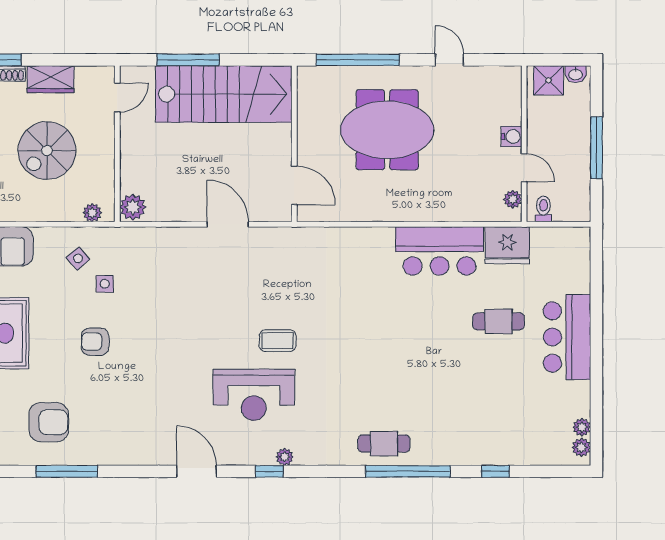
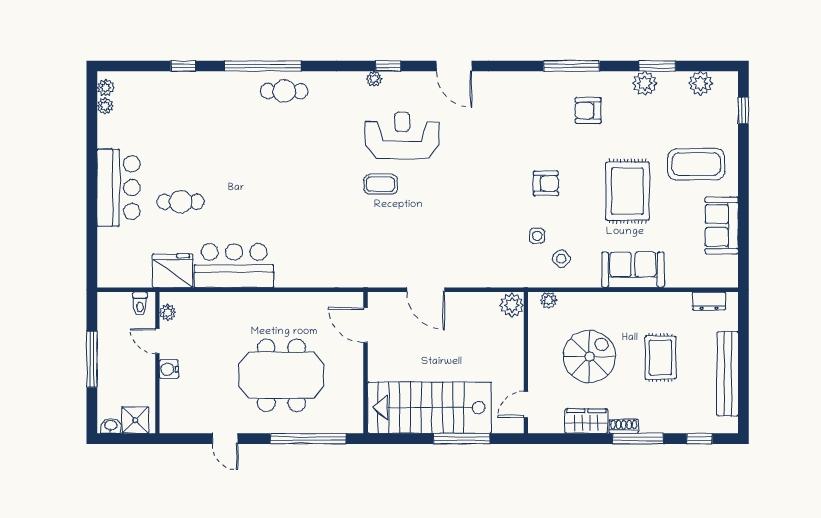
armchair: (49, 422) -> (588, 110), width x0.72, depth x0.72

